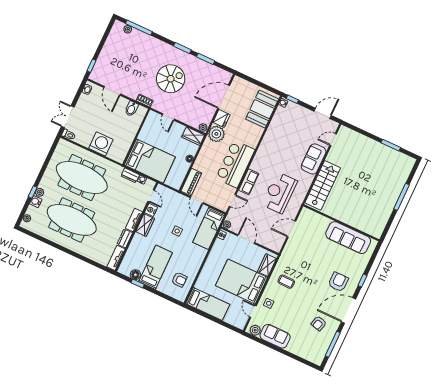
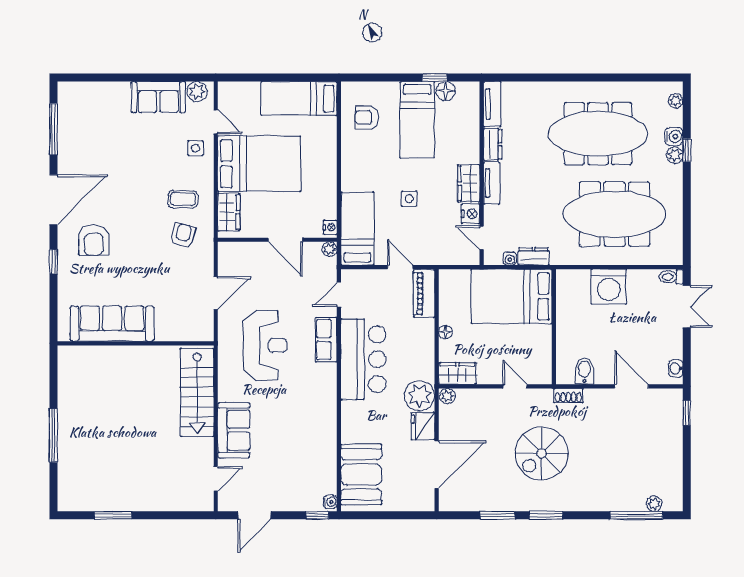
armchair: (319, 323) -> (183, 235), moved

